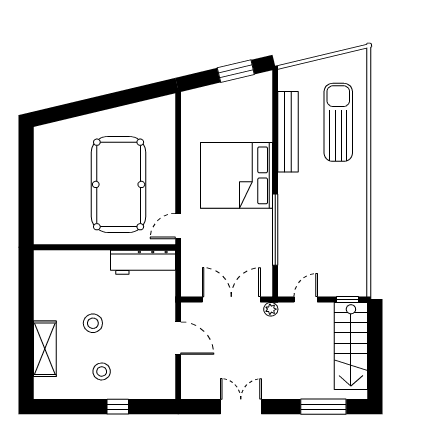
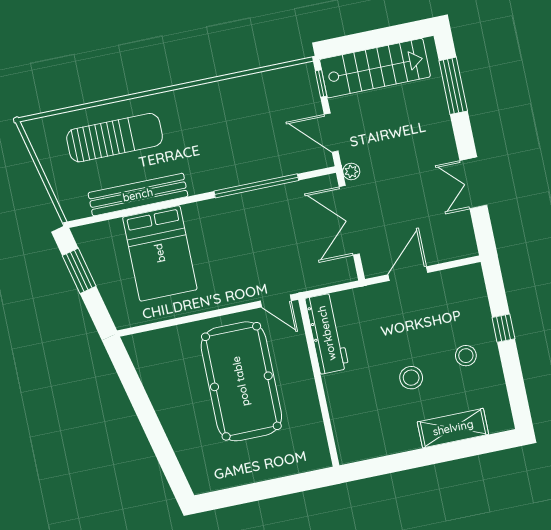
sun lounger: (338, 122) -> (115, 138), turned 180
bed: (236, 175) -> (160, 253), moved, width x0.73
pool table: (119, 184) -> (241, 381), turned 90
door: (306, 299) -> (331, 133), width x1.37

